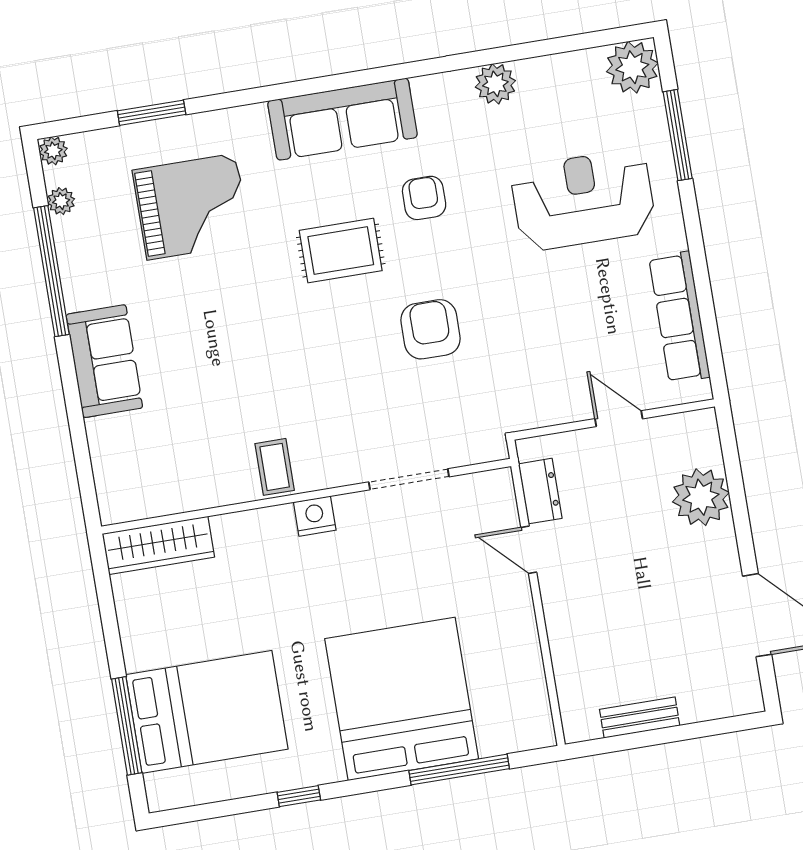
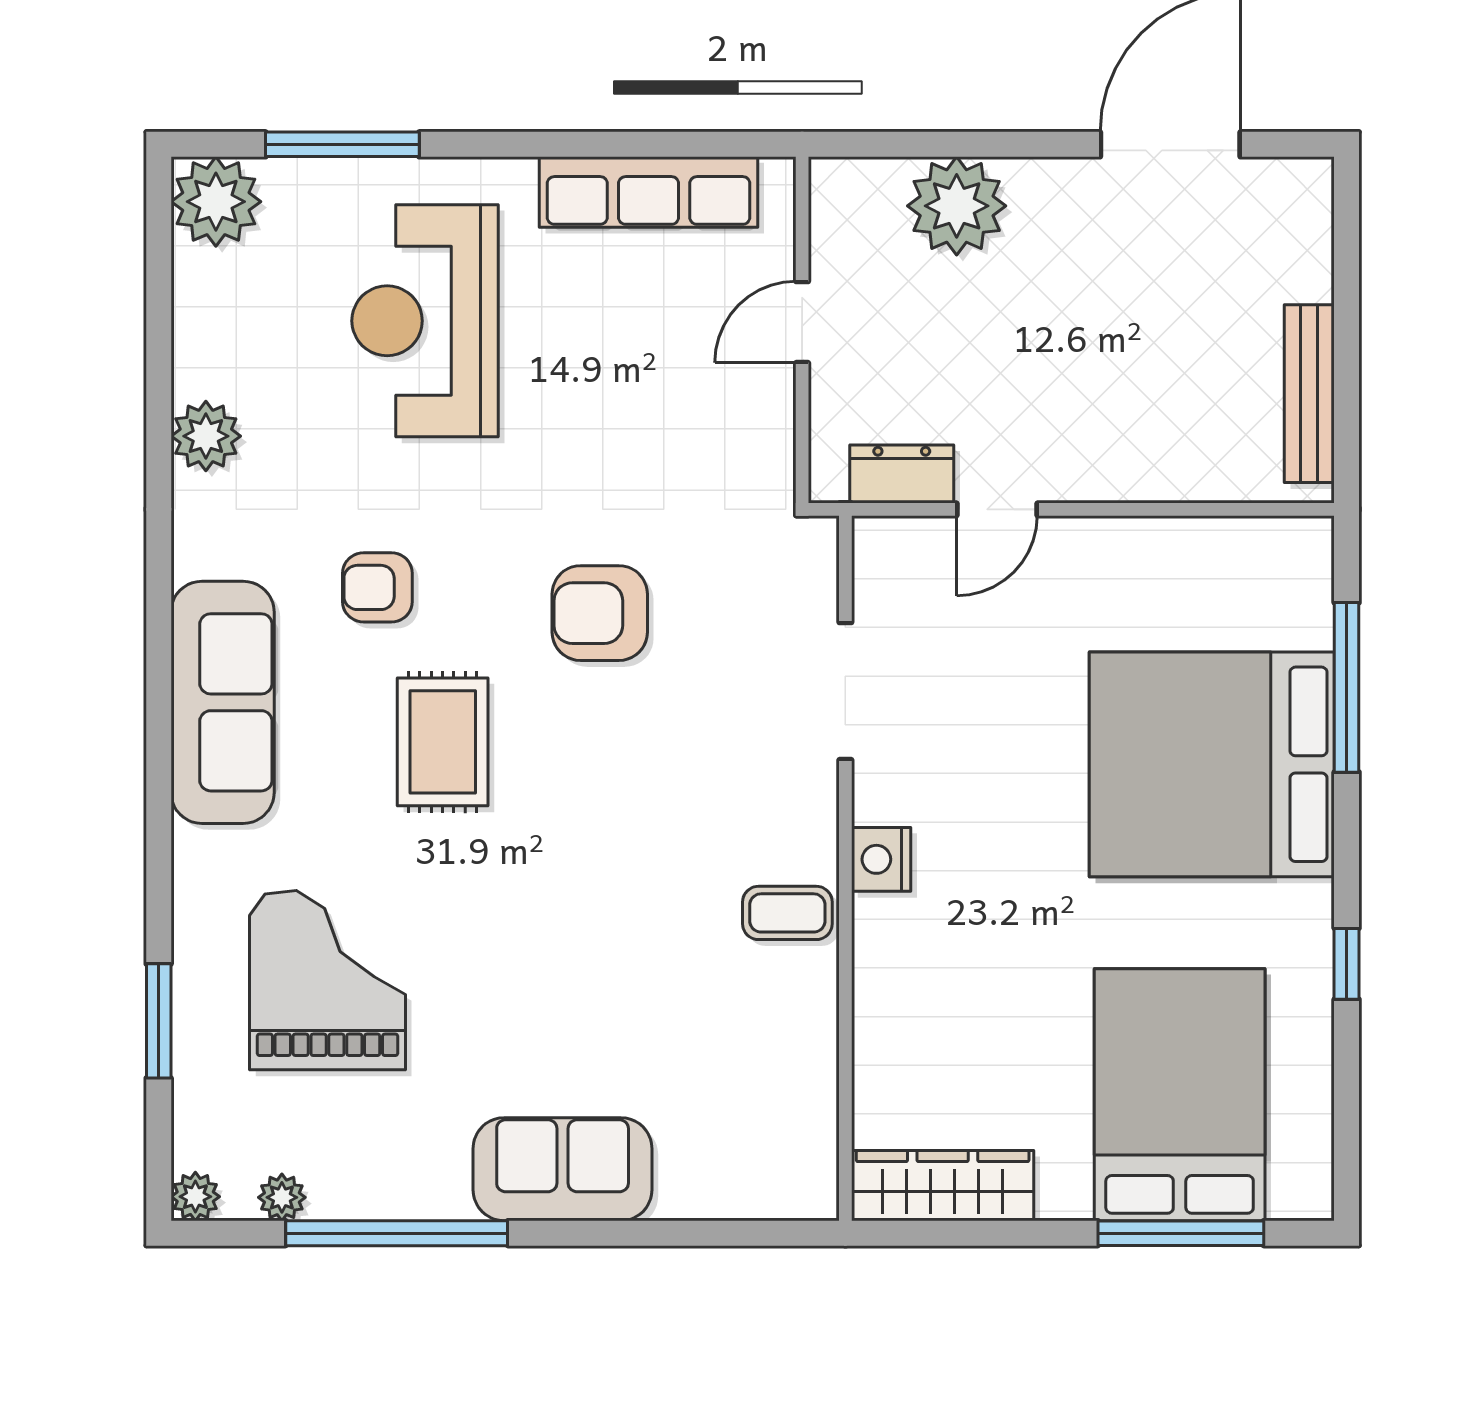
wardrobe: (158, 545) -> (943, 1186), moved, turned -90
bench: (640, 717) -> (1309, 394), width x1.36

